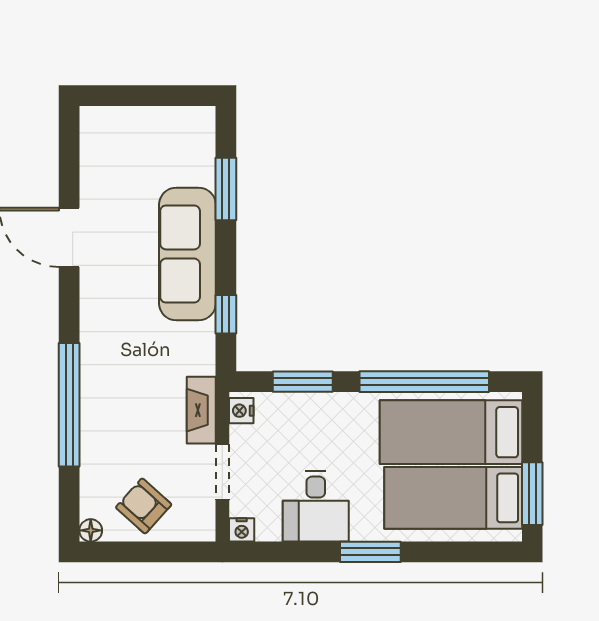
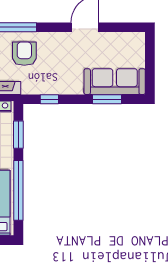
sofa: (187, 254) -> (115, 82), moved
armchair: (127, 369) -> (24, 54), added

